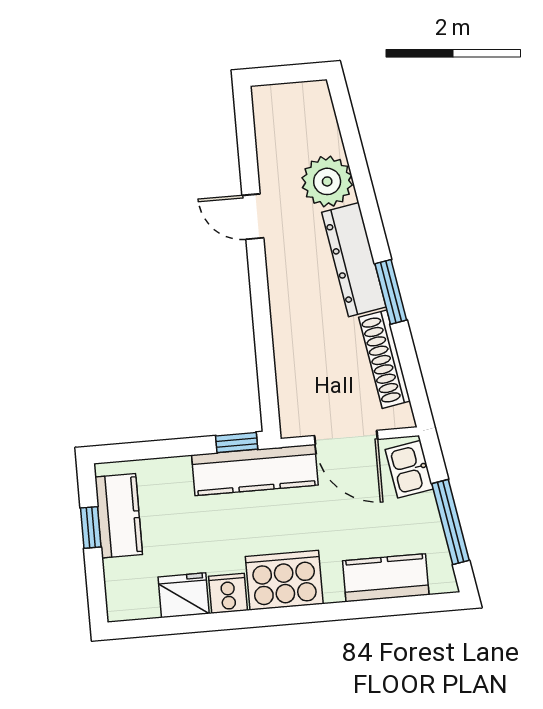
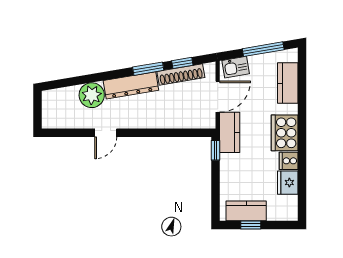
window: (408, 360) -> (182, 63), added
kitchen counter: (255, 470) -> (230, 132), width x0.67

